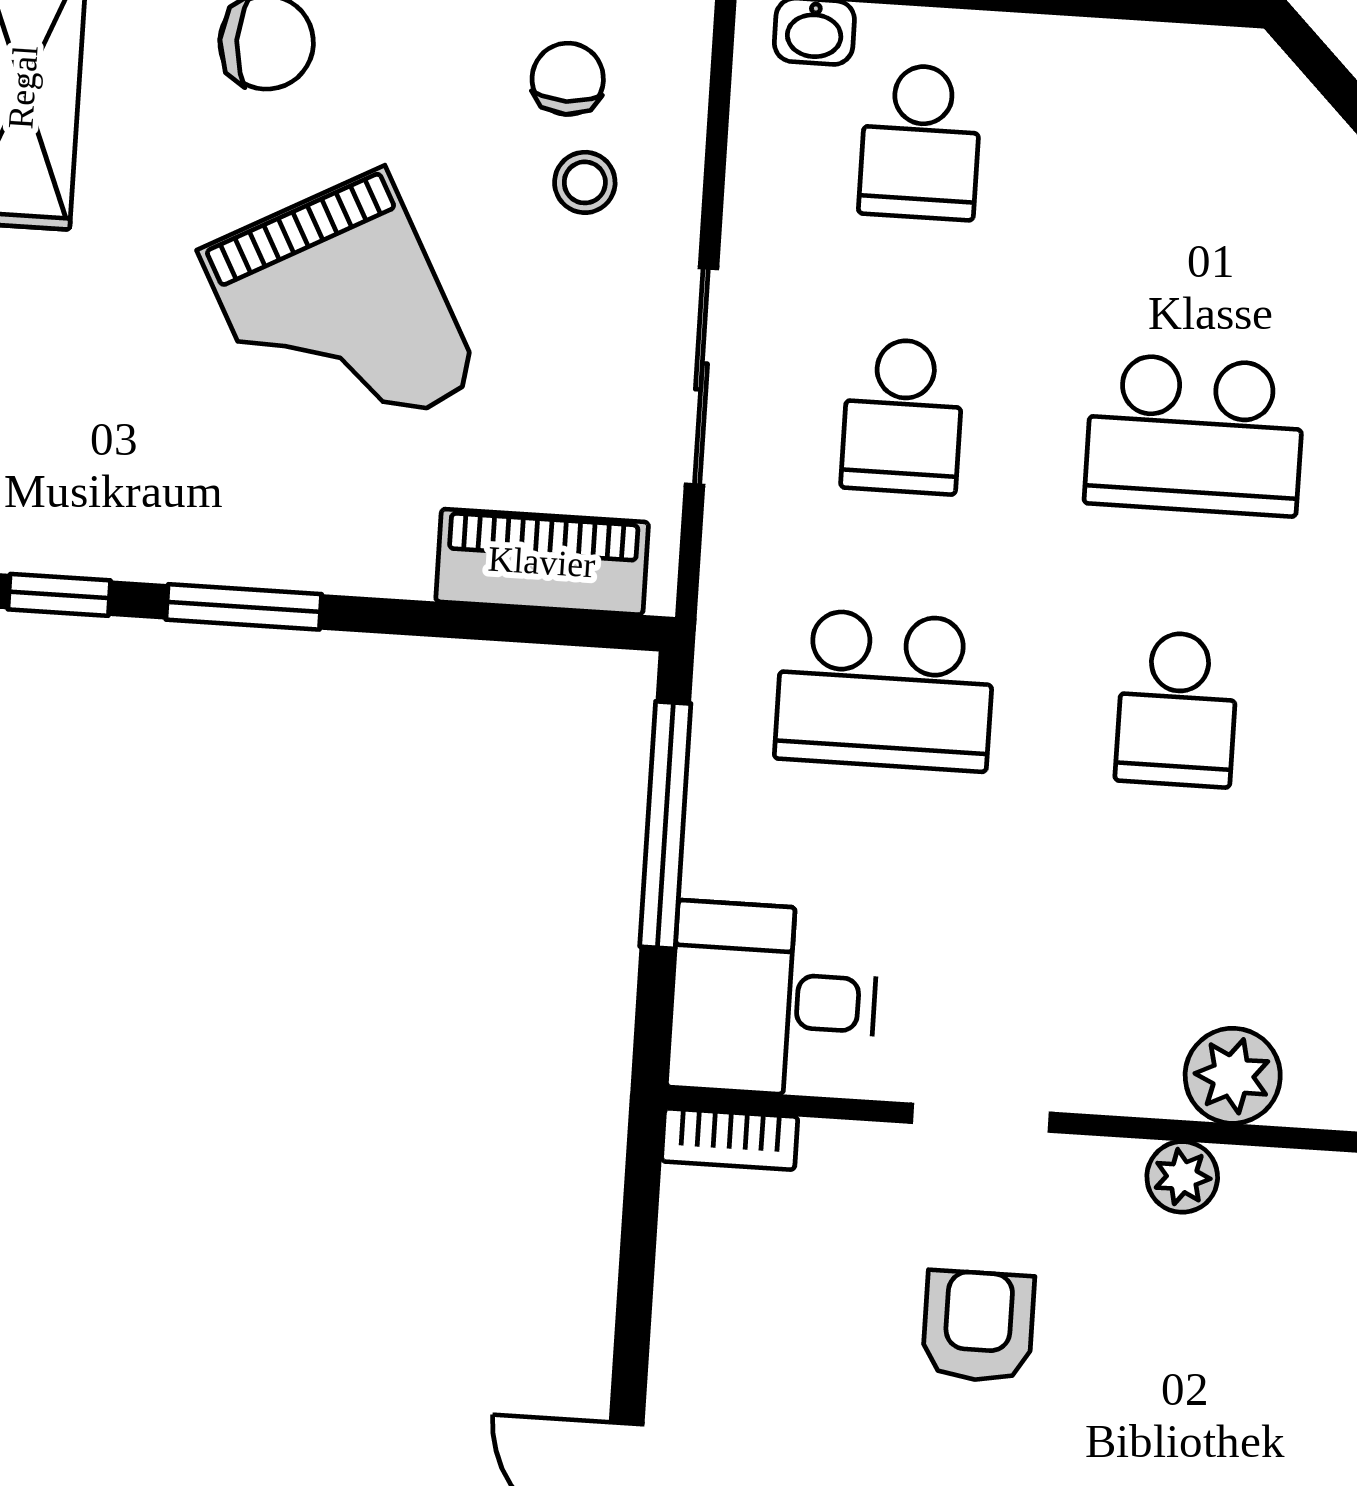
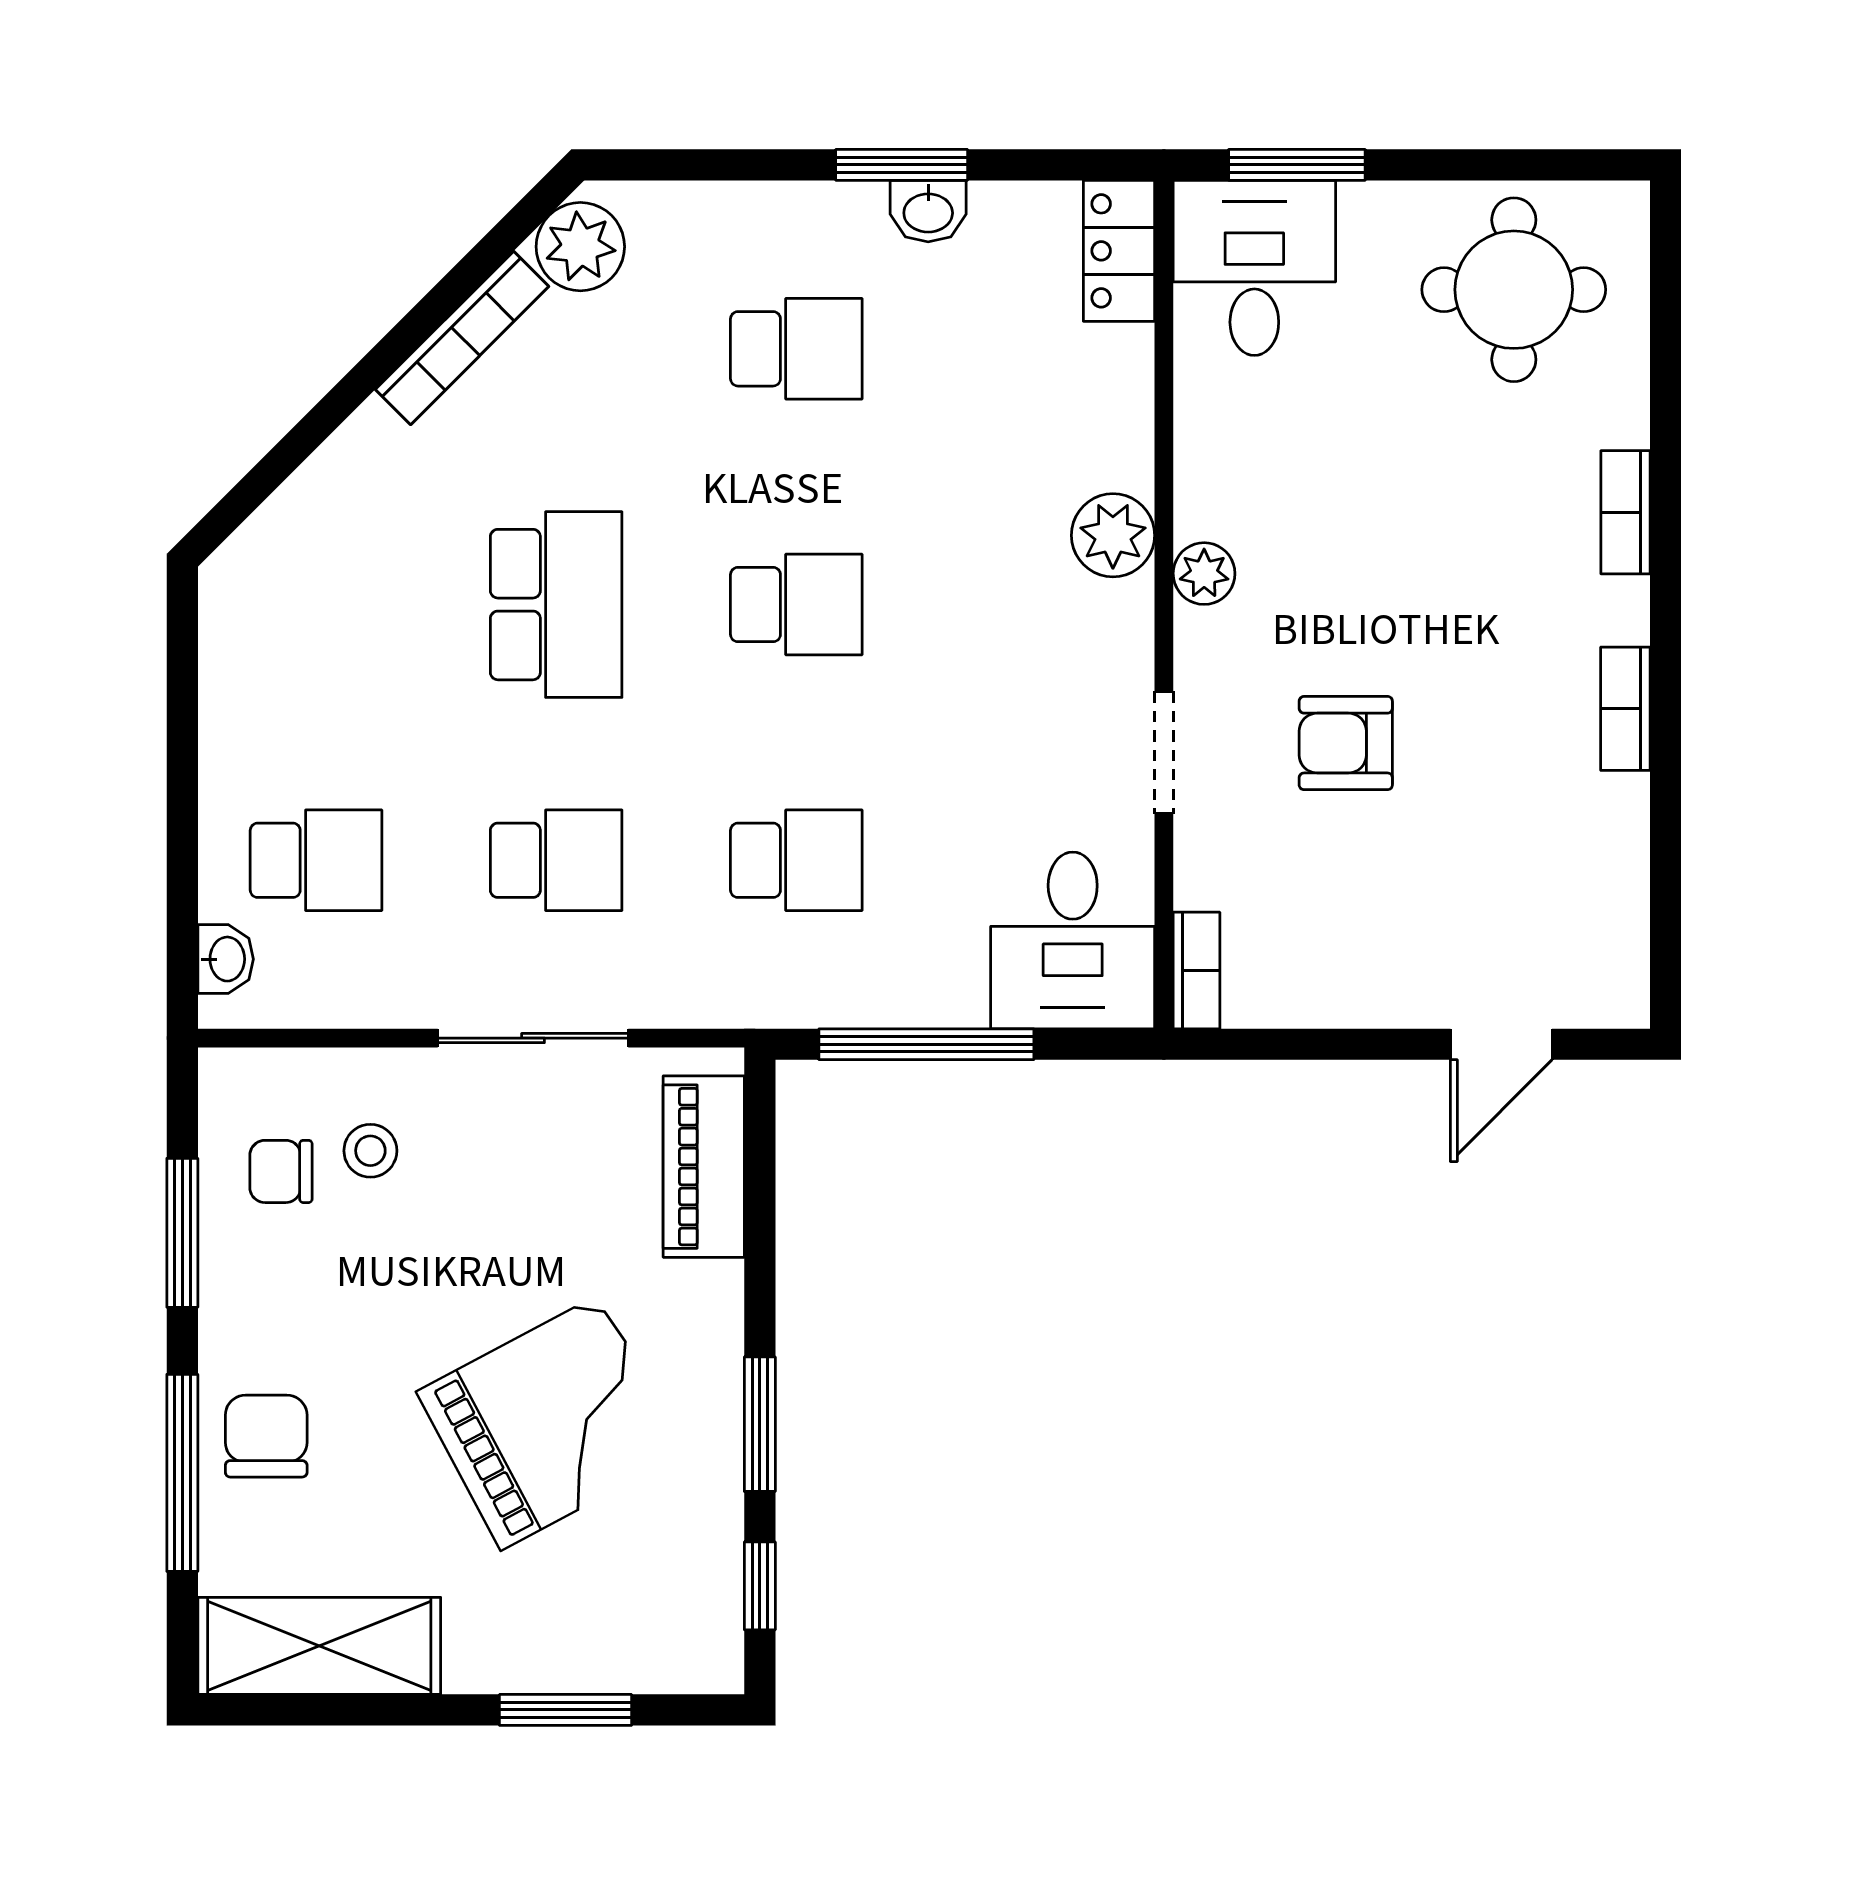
grand piano: (340, 316) -> (550, 1422), moved
school desk: (885, 690) -> (796, 860), width x0.54

